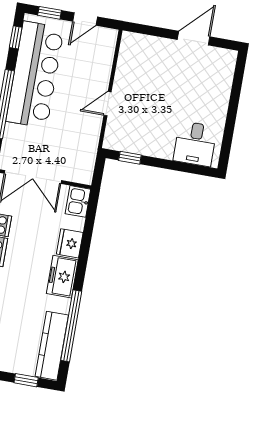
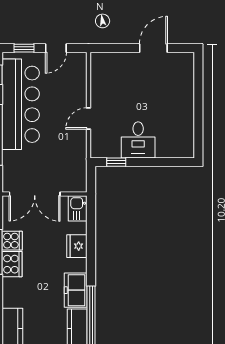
desk: (195, 144) -> (138, 140), moved
freezer: (62, 277) -> (76, 290), moved

